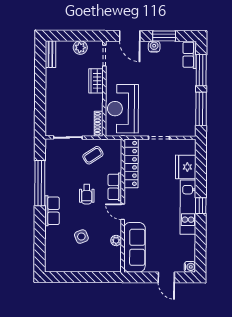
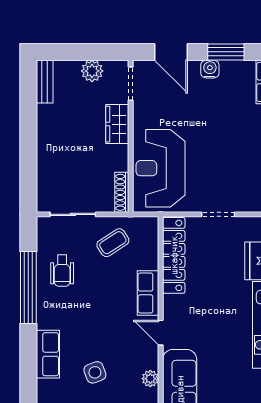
wheelchair: (87, 194) -> (62, 271), moved
row of seats: (52, 211) -> (48, 354), moved

